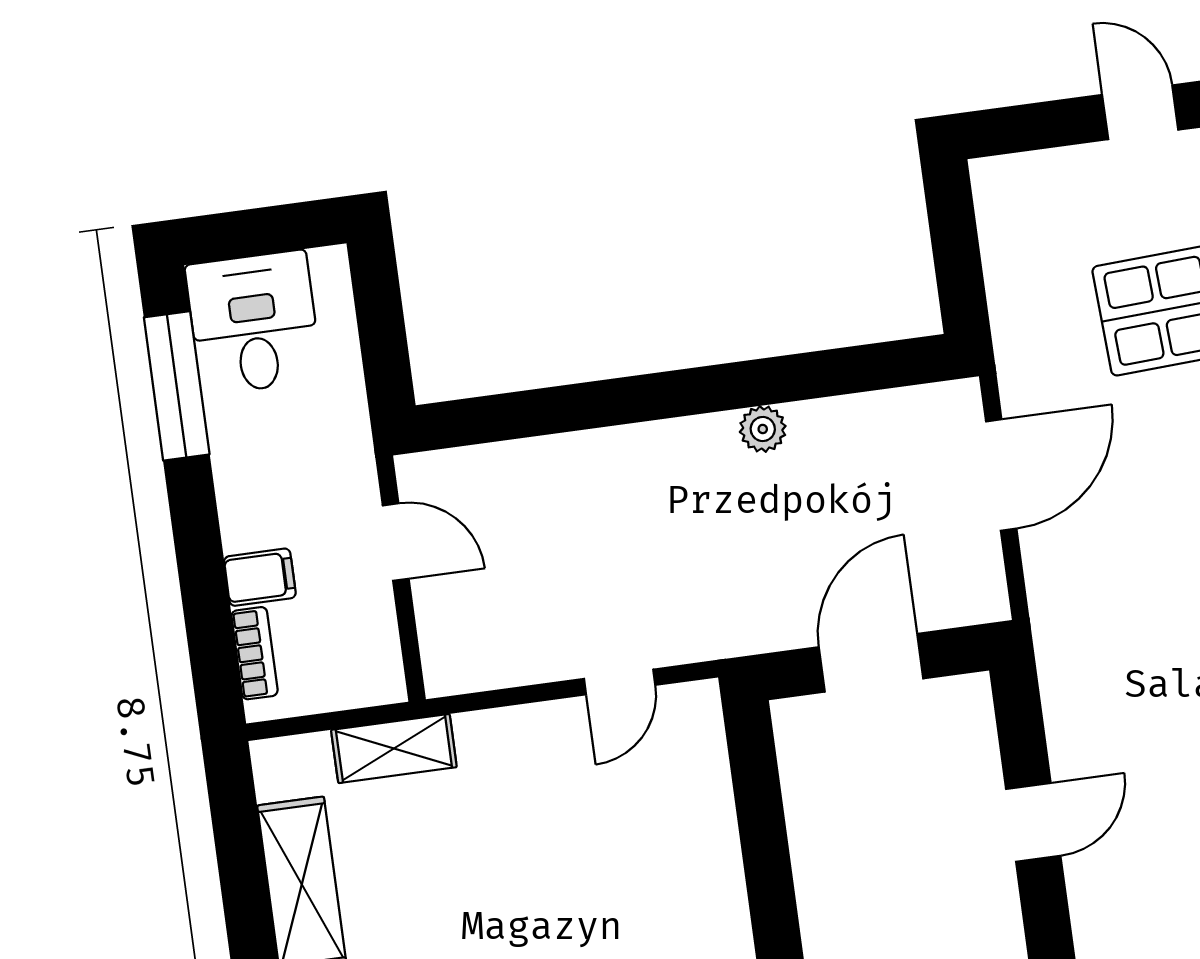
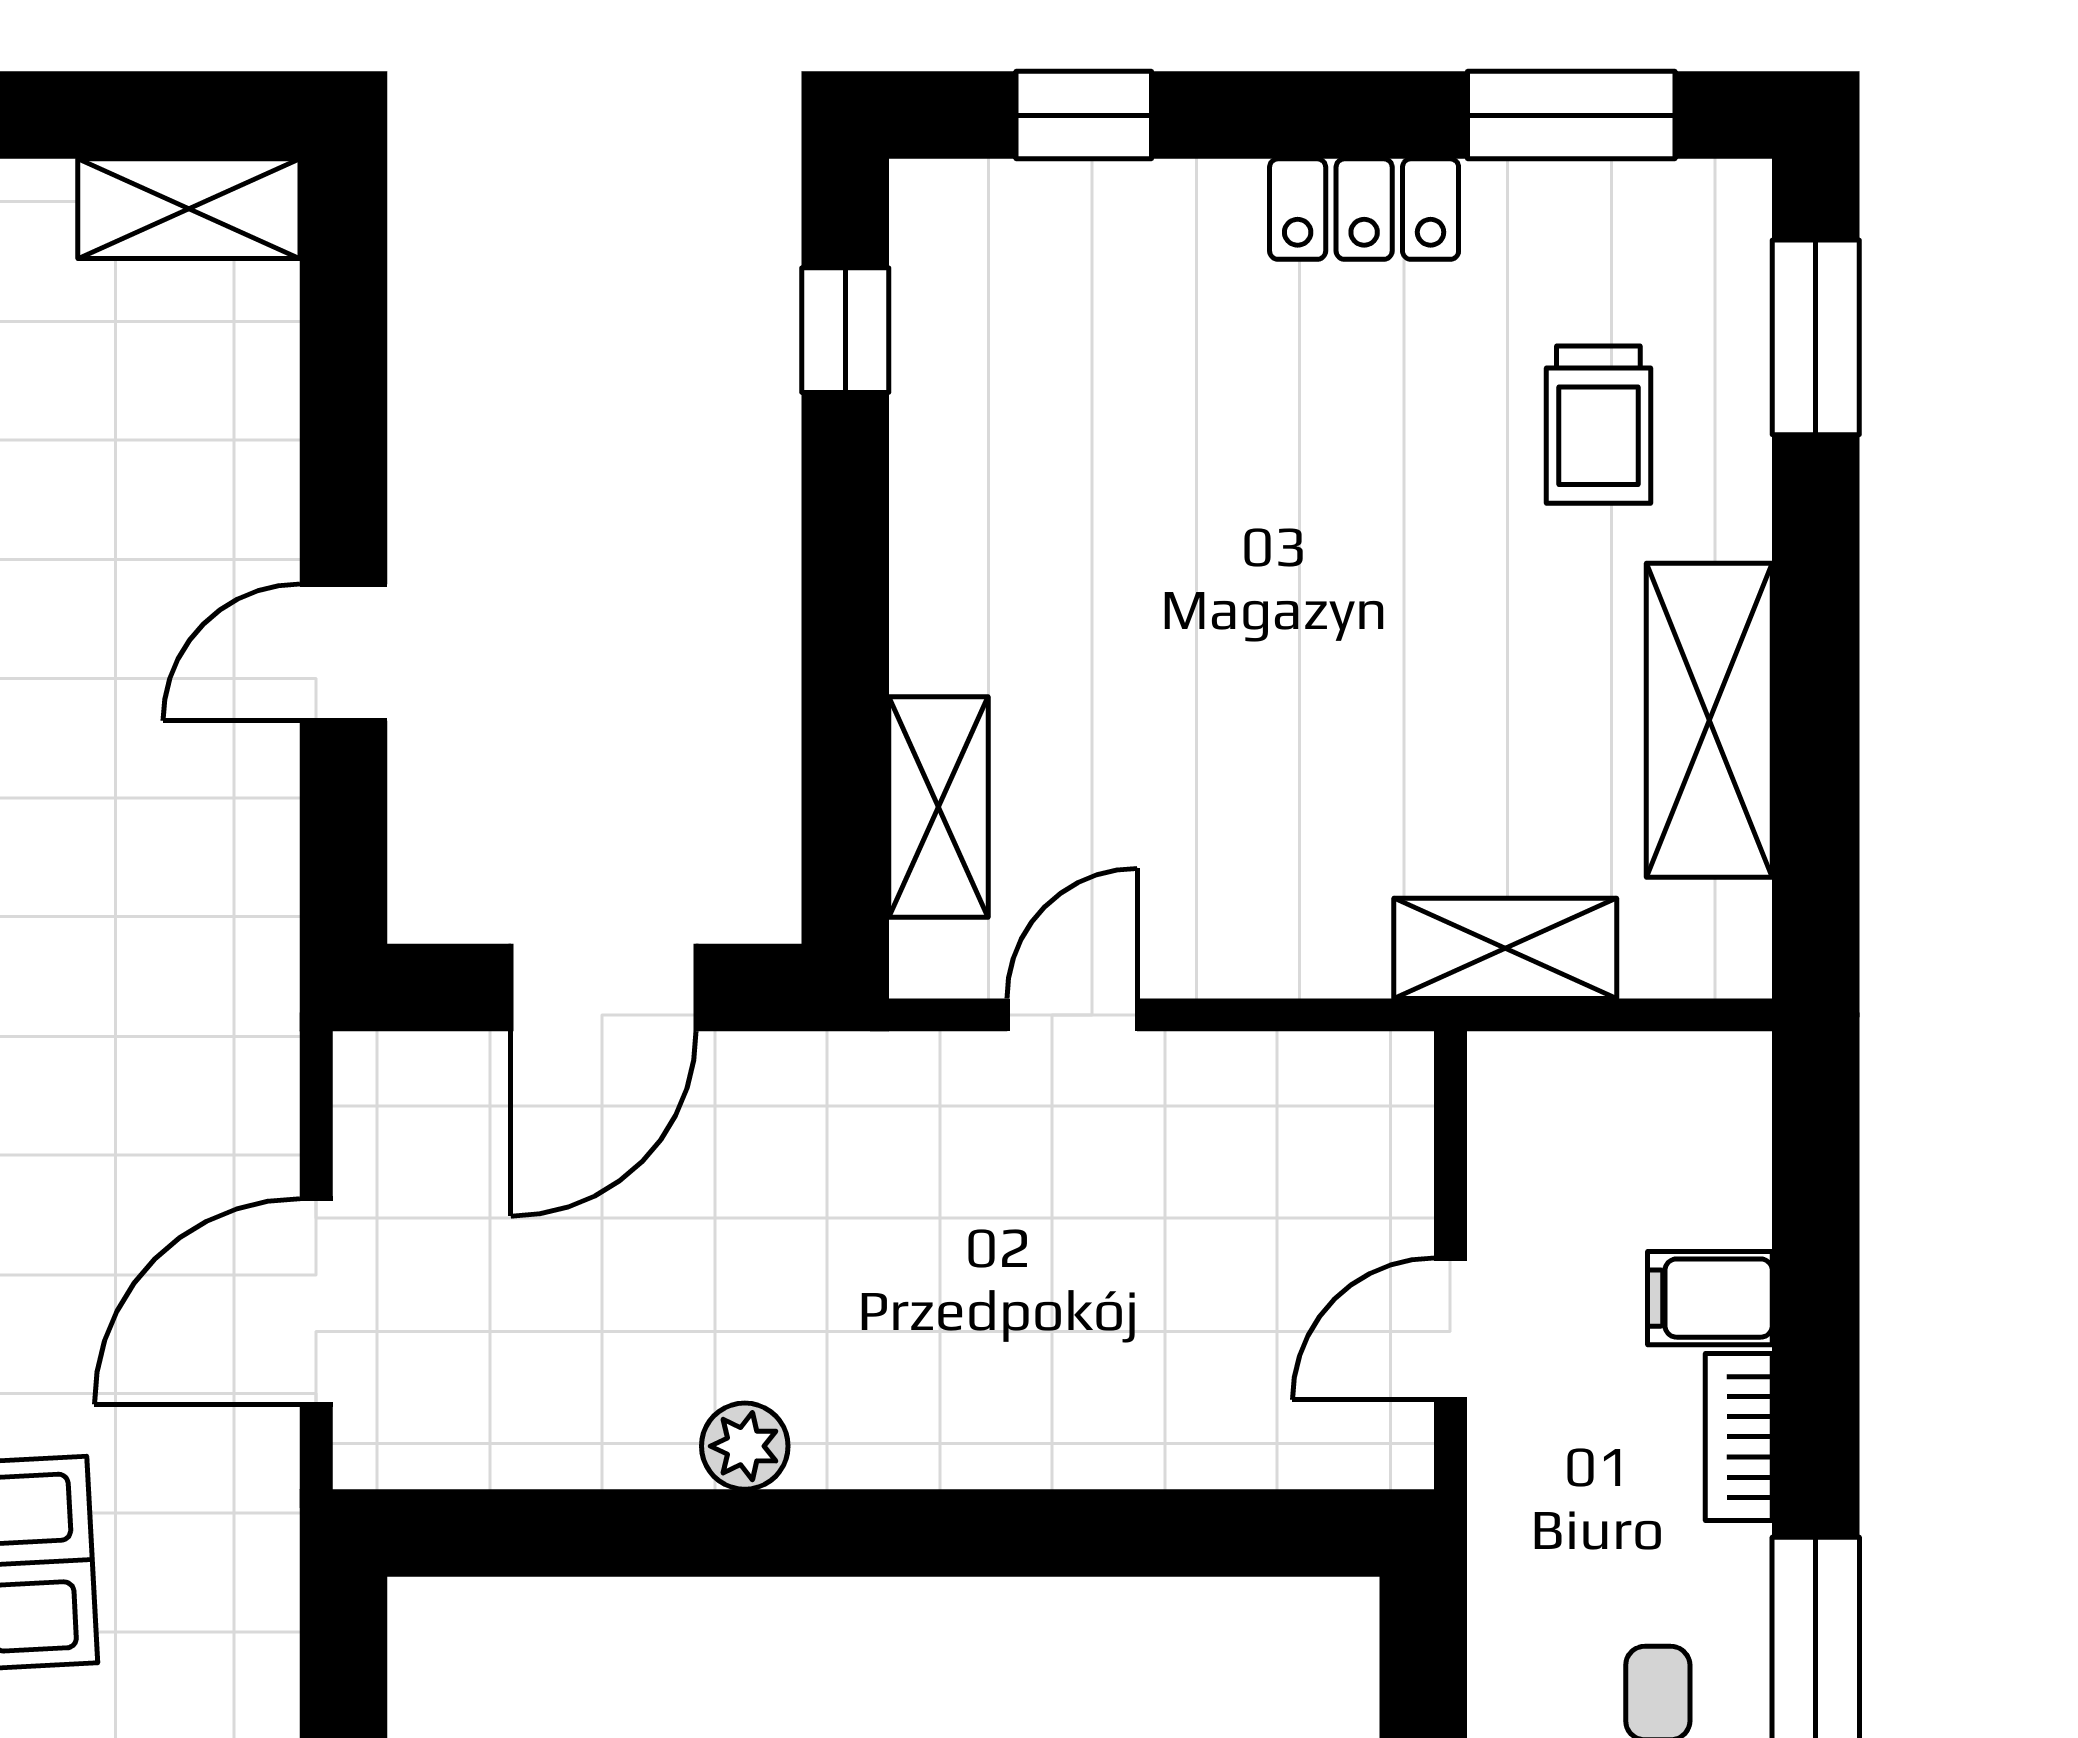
door: (396, 542) -> (1450, 1329), hinge flipped
bookcase: (255, 653) -> (1739, 1437), moved
shelving: (706, 783) -> (938, 807), added

